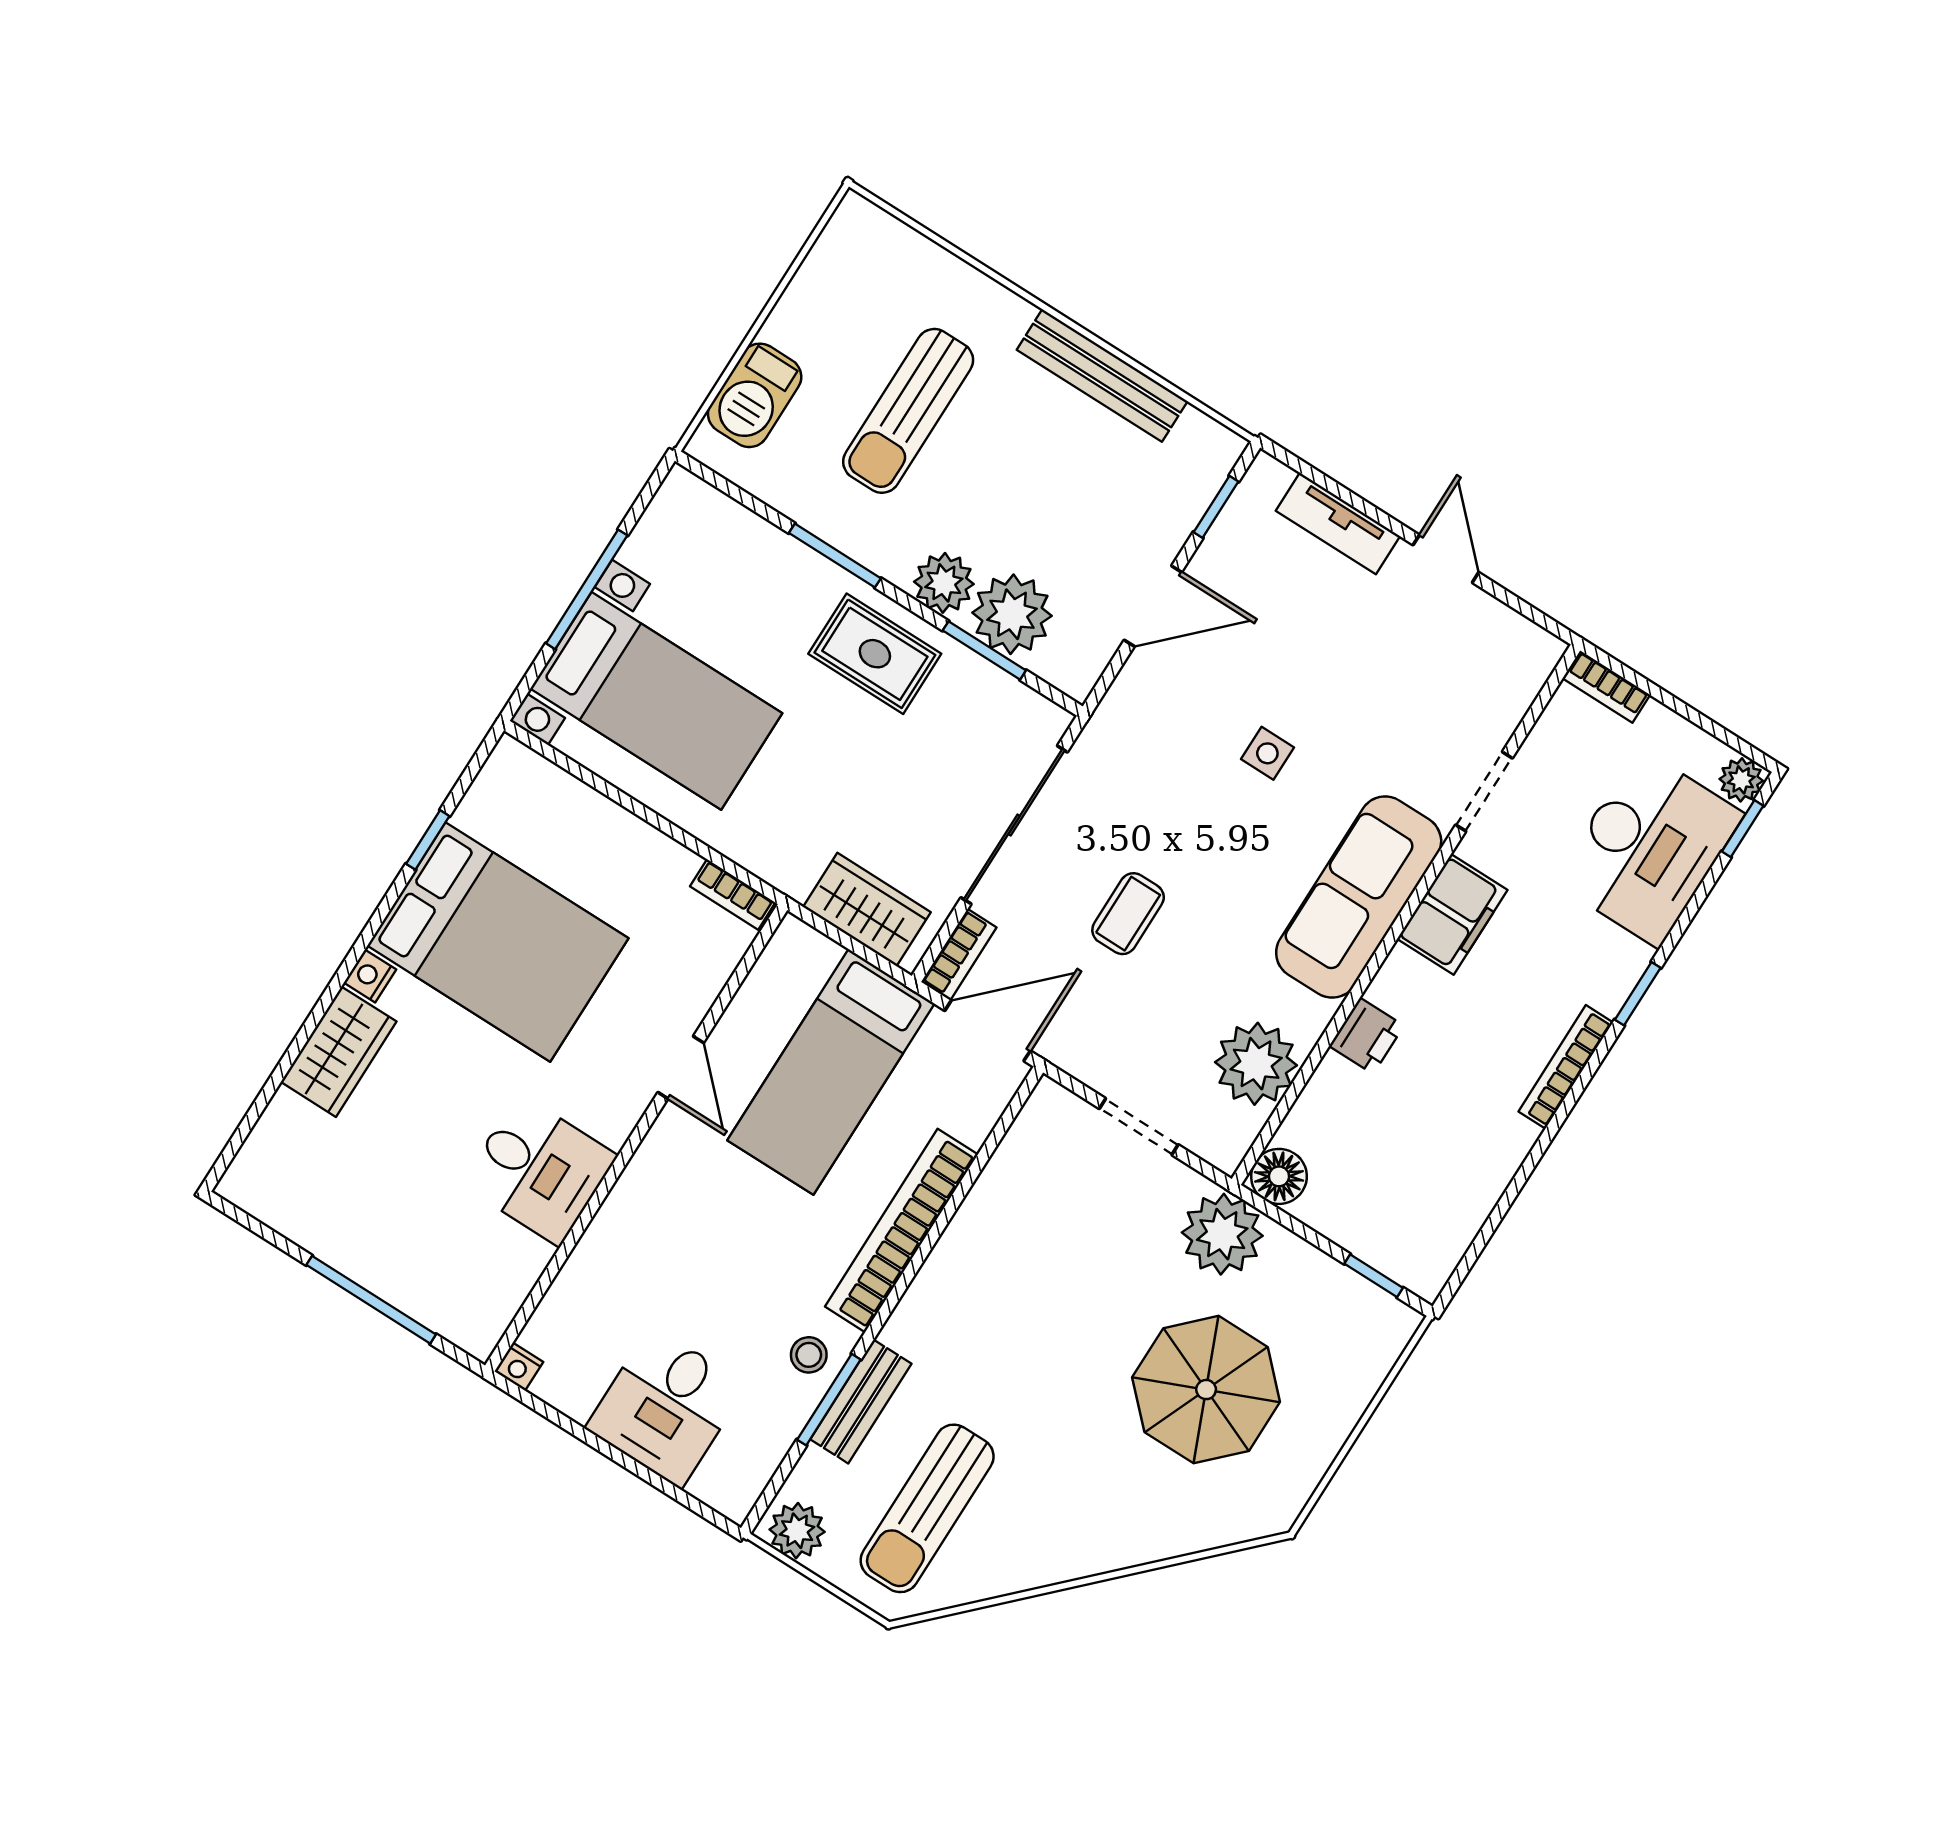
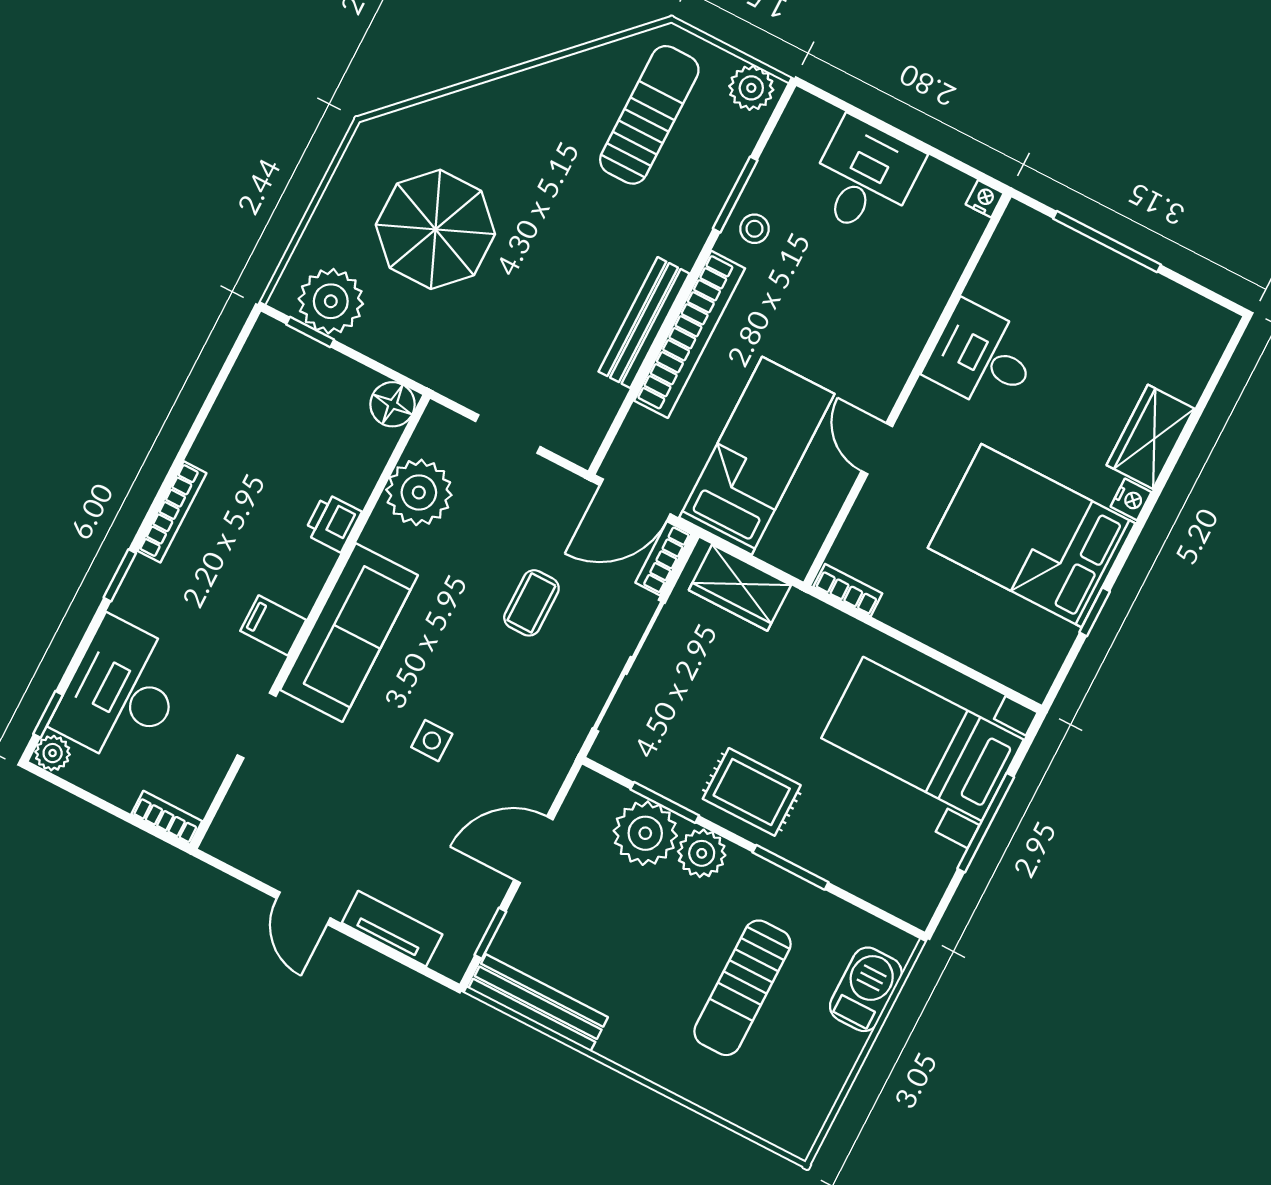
bench: (1102, 376) -> (538, 1003), moved
sun lounger: (908, 411) -> (742, 988), turned 180
filing cabinet: (1452, 914) -> (273, 625), width x0.50
plant: (1222, 1234) -> (331, 301), moved
bench: (861, 1402) -> (644, 323), moved, width x1.36

